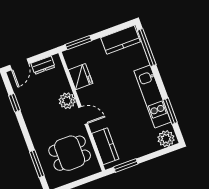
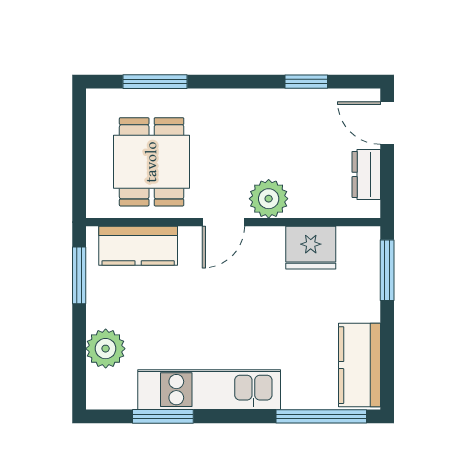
plant: (166, 139) -> (106, 349), moved

